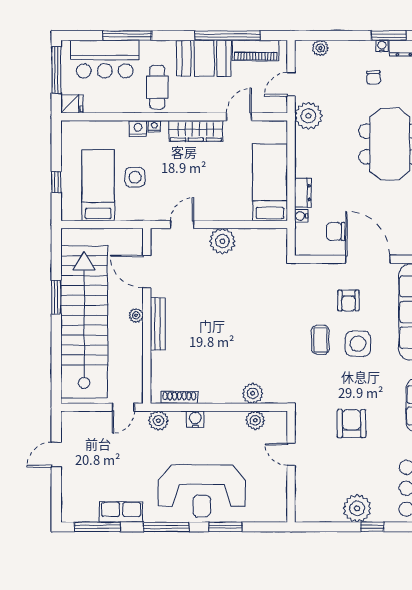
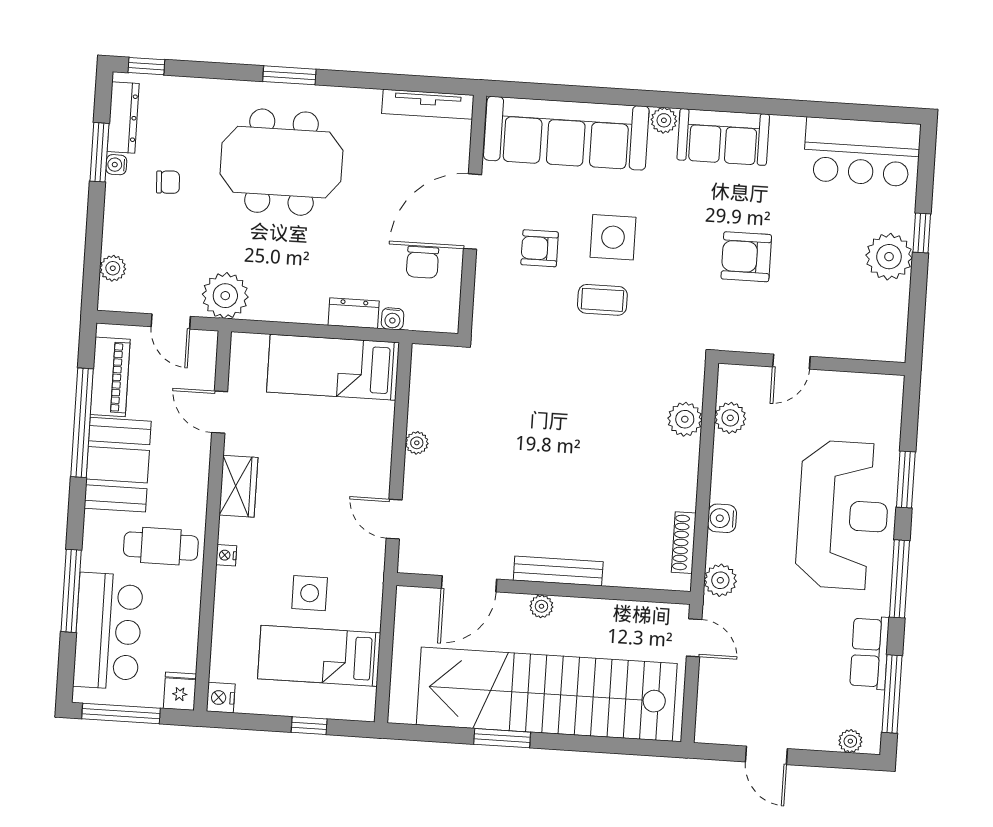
nightstand: (138, 128) -> (221, 698), moved
wardrobe: (196, 131) -> (238, 486), width x0.67
plant: (222, 241) -> (417, 443), width x0.53, depth x0.53
armchair: (349, 301) -> (540, 248), turned 180
plant: (68, 504) -> (850, 741), added

